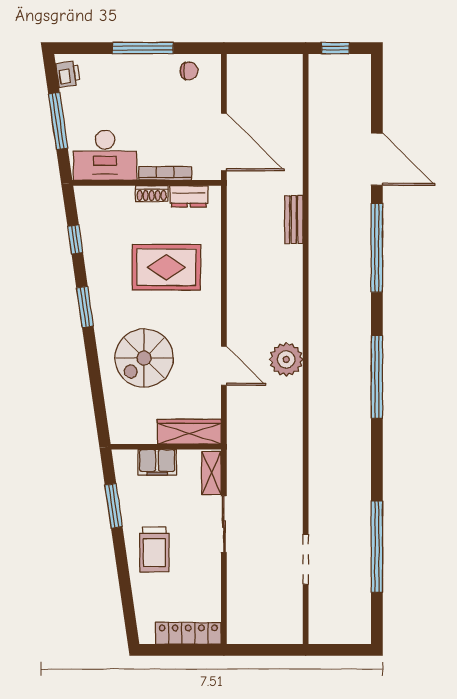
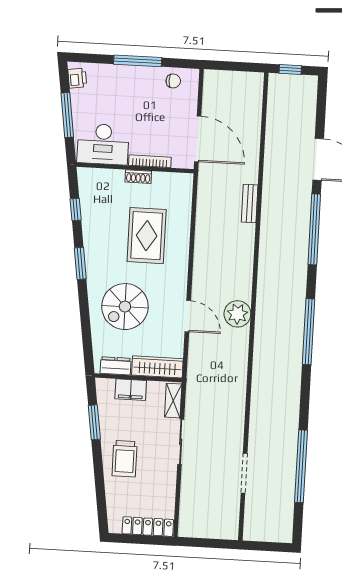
dresser: (189, 196) -> (116, 366), moved, turned 180
rug: (166, 267) -> (147, 236), turned 90

